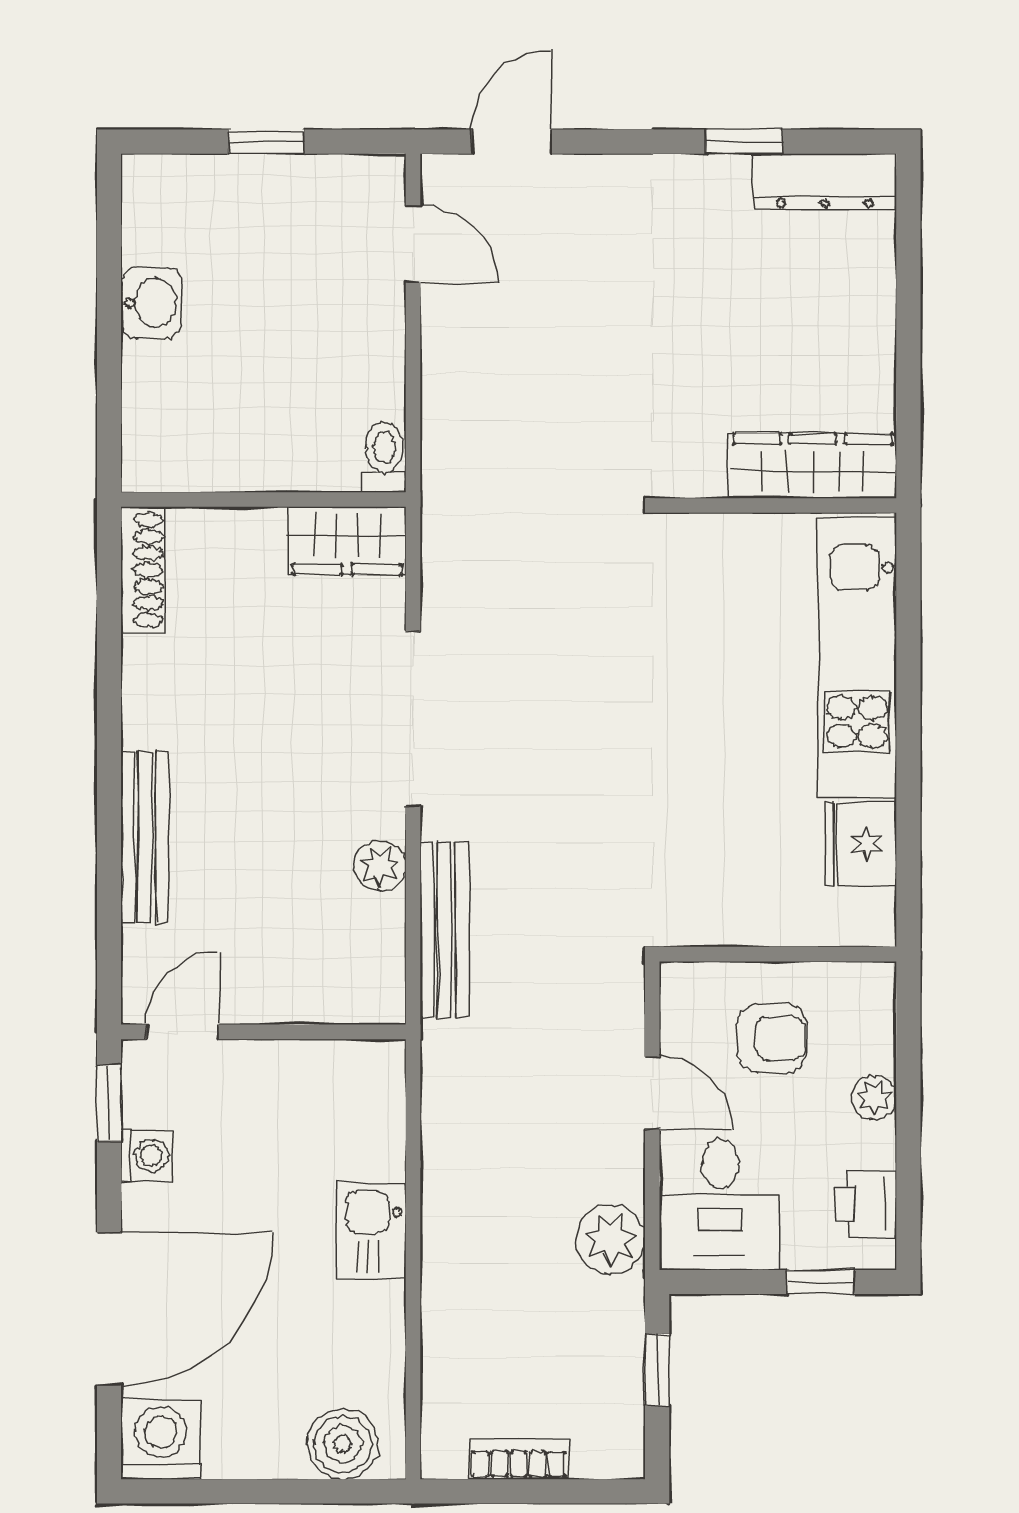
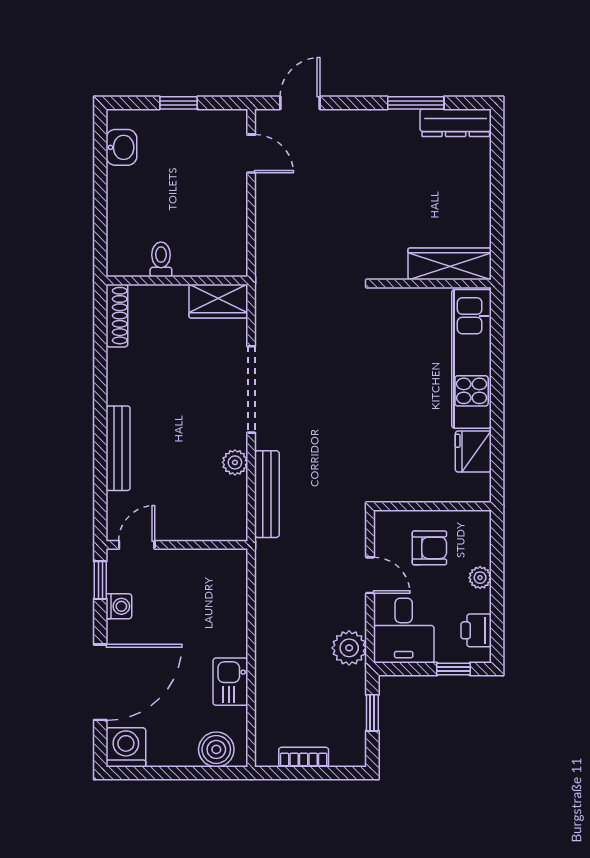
window: (744, 142) -> (416, 103), width x1.50
washbasin: (152, 303) -> (121, 147), moved
toilet: (384, 457) -> (161, 259), moved
kitchen sink: (371, 1231) -> (230, 682), moved

